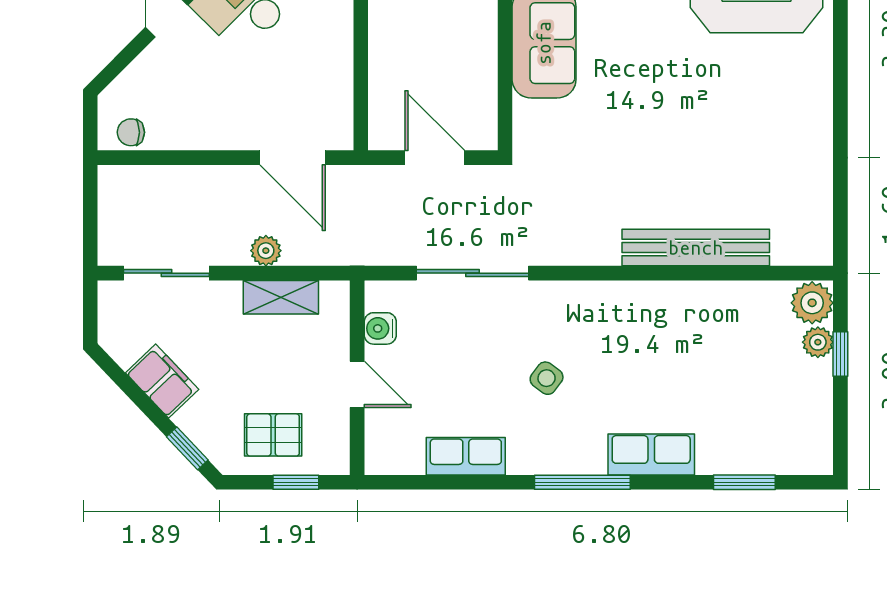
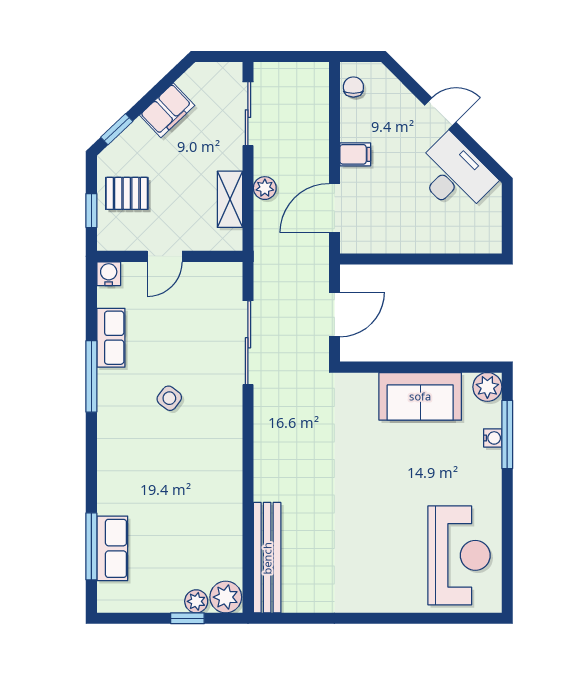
filing cabinet: (221, 130) -> (355, 154), added
bench: (696, 248) -> (267, 558), moved
water cooler: (380, 328) -> (109, 274), moved
pallet: (273, 435) -> (127, 193), turned 90
row of seats: (651, 454) -> (112, 548), moved
window: (582, 482) -> (91, 376), moved
window: (744, 482) -> (91, 546), width x1.44

